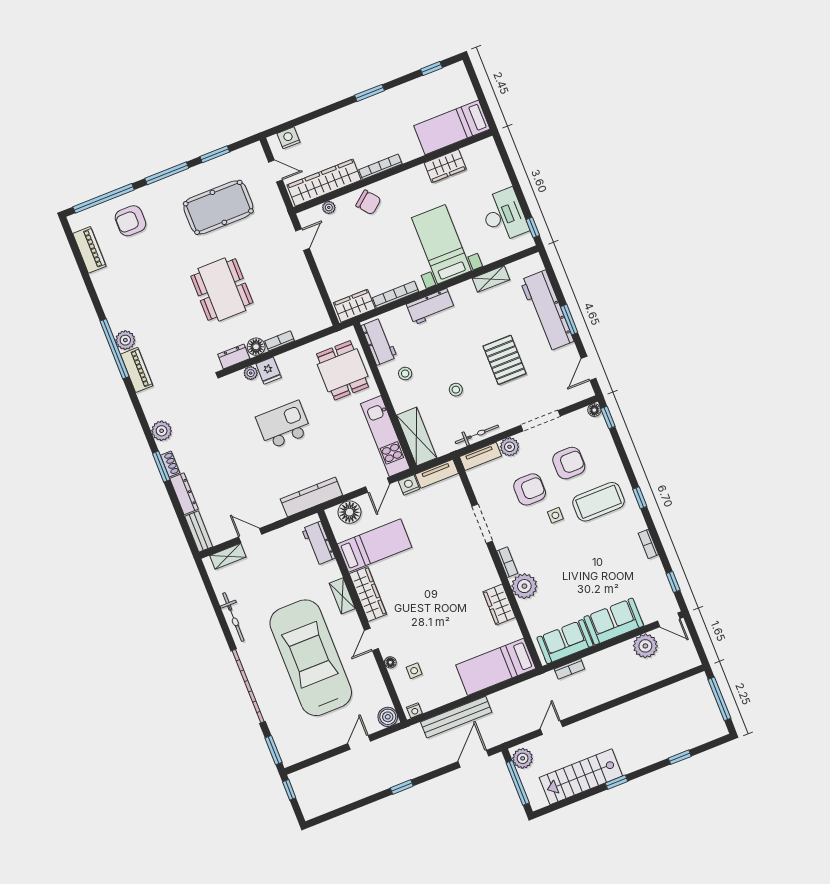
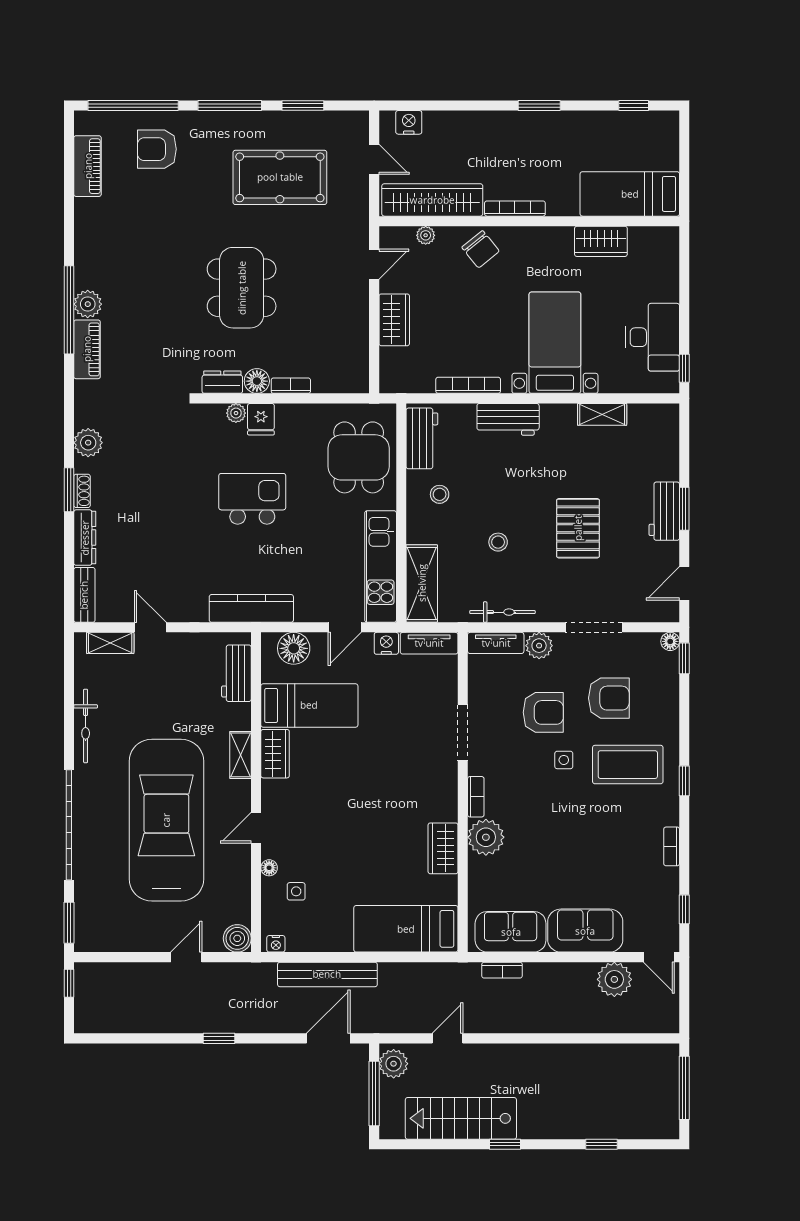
wardrobe: (354, 306) -> (394, 320), moved, turned 90
workbench: (547, 311) -> (664, 511), width x0.53, depth x0.76
wardrobe: (368, 594) -> (275, 754), width x0.67

